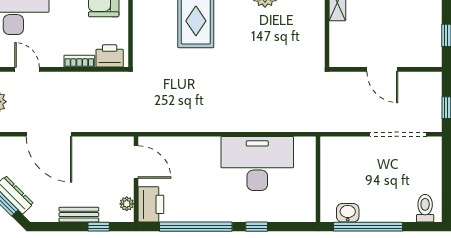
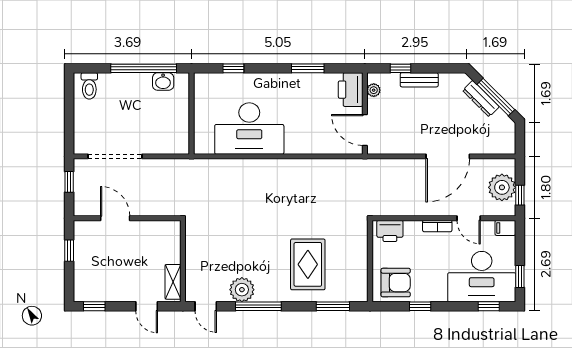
bookcase: (79, 61) -> (437, 226), moved
door: (382, 69) -> (115, 218), moved
door: (49, 134) -> (448, 156), swing flipped
window: (196, 227) -> (308, 68), width x0.47
window: (257, 227) -> (233, 68), moved

